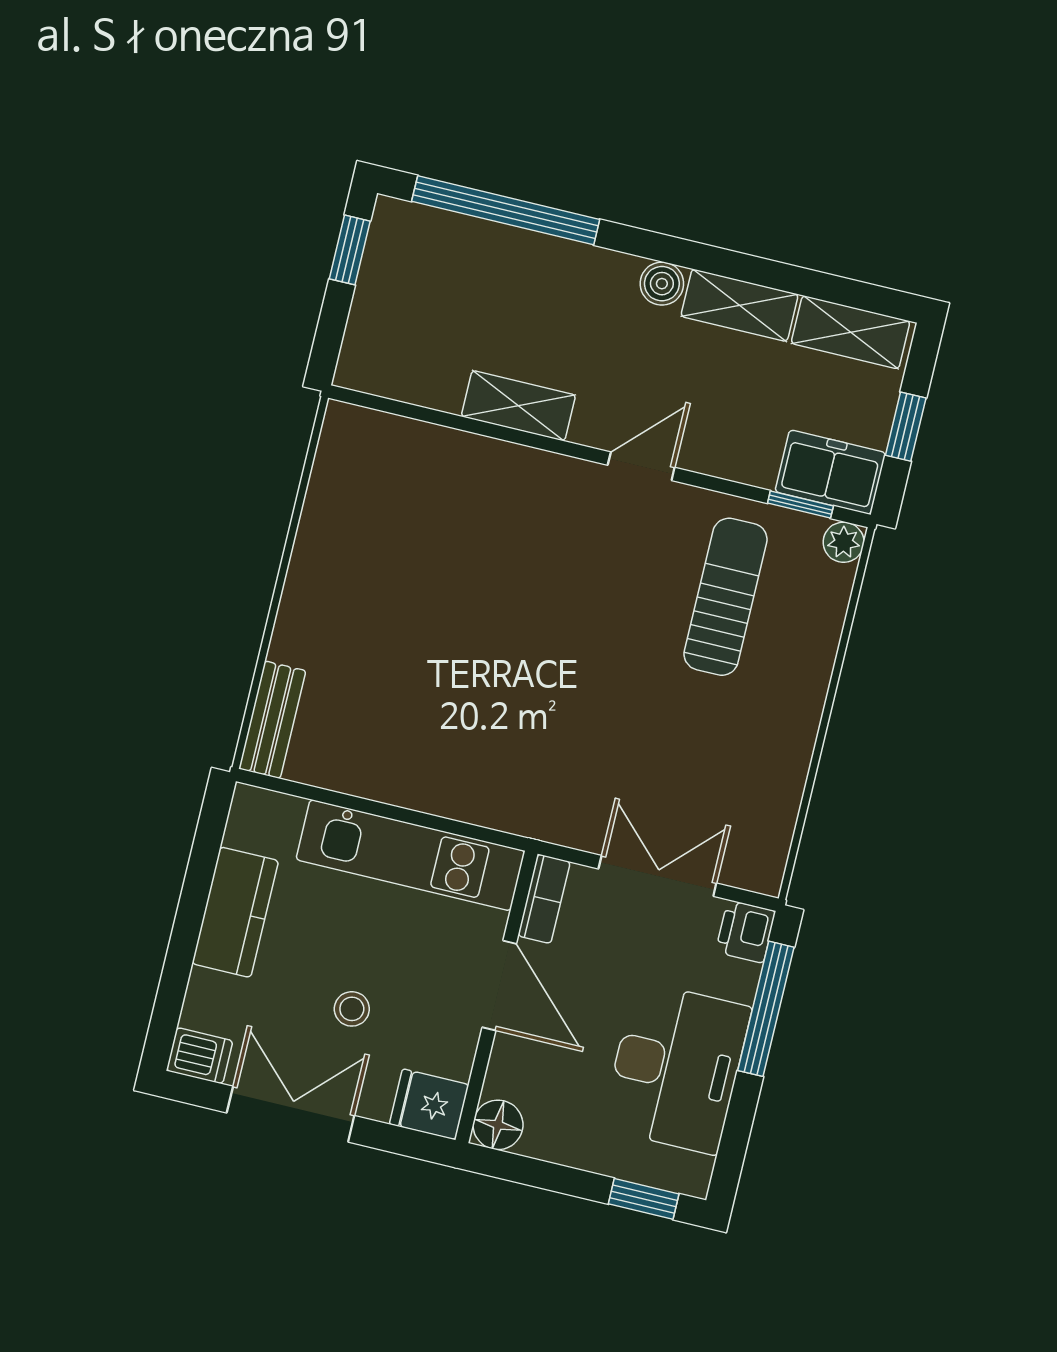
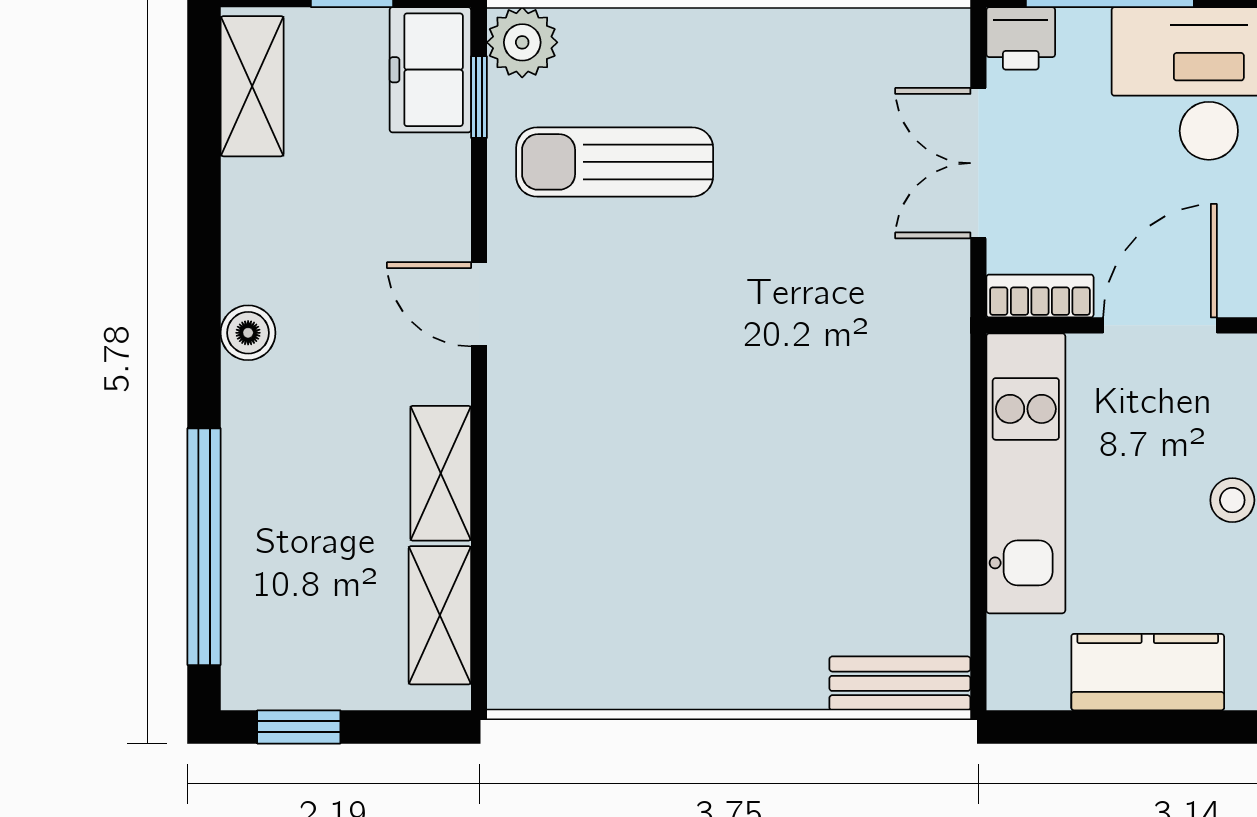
shelving: (740, 305) -> (440, 615), moved
plant: (844, 542) -> (522, 42), width x1.38, depth x1.38

